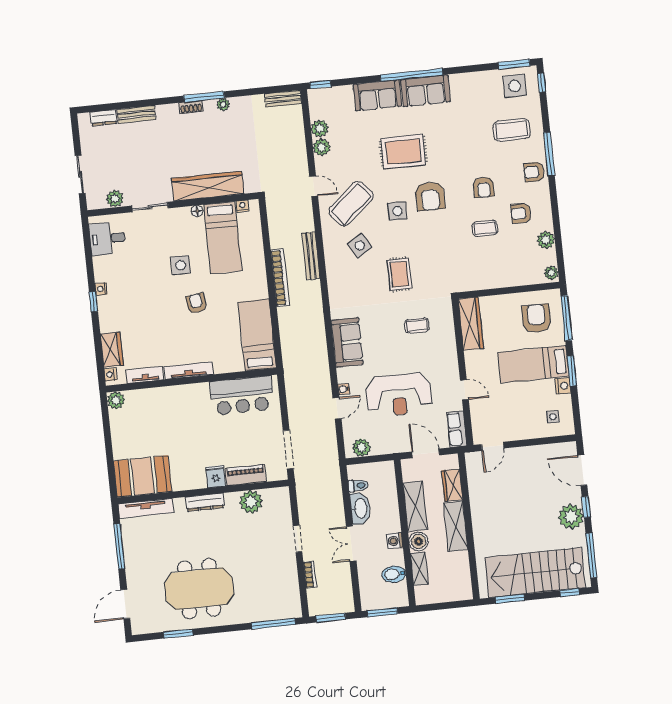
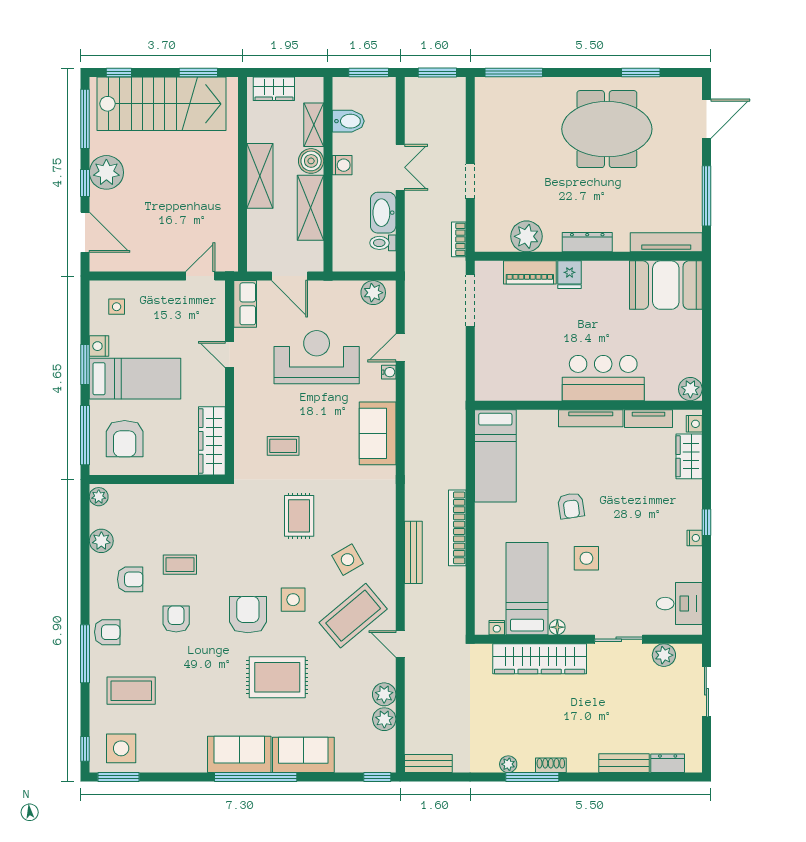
bar counter: (242, 395) -> (603, 378), moved
wardrobe: (452, 485) -> (274, 89), moved, turned 90
bookcase: (310, 575) -> (459, 239), moved

